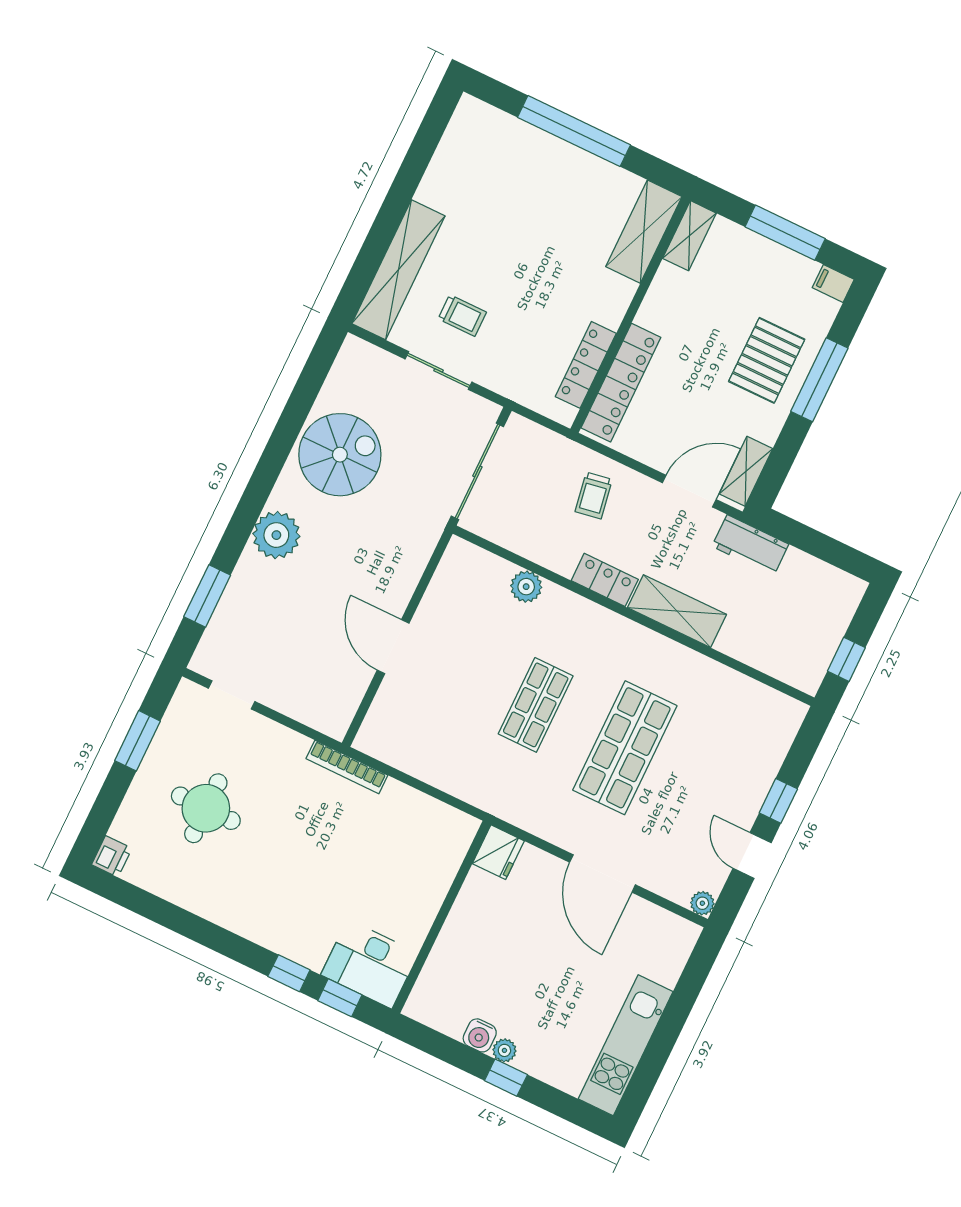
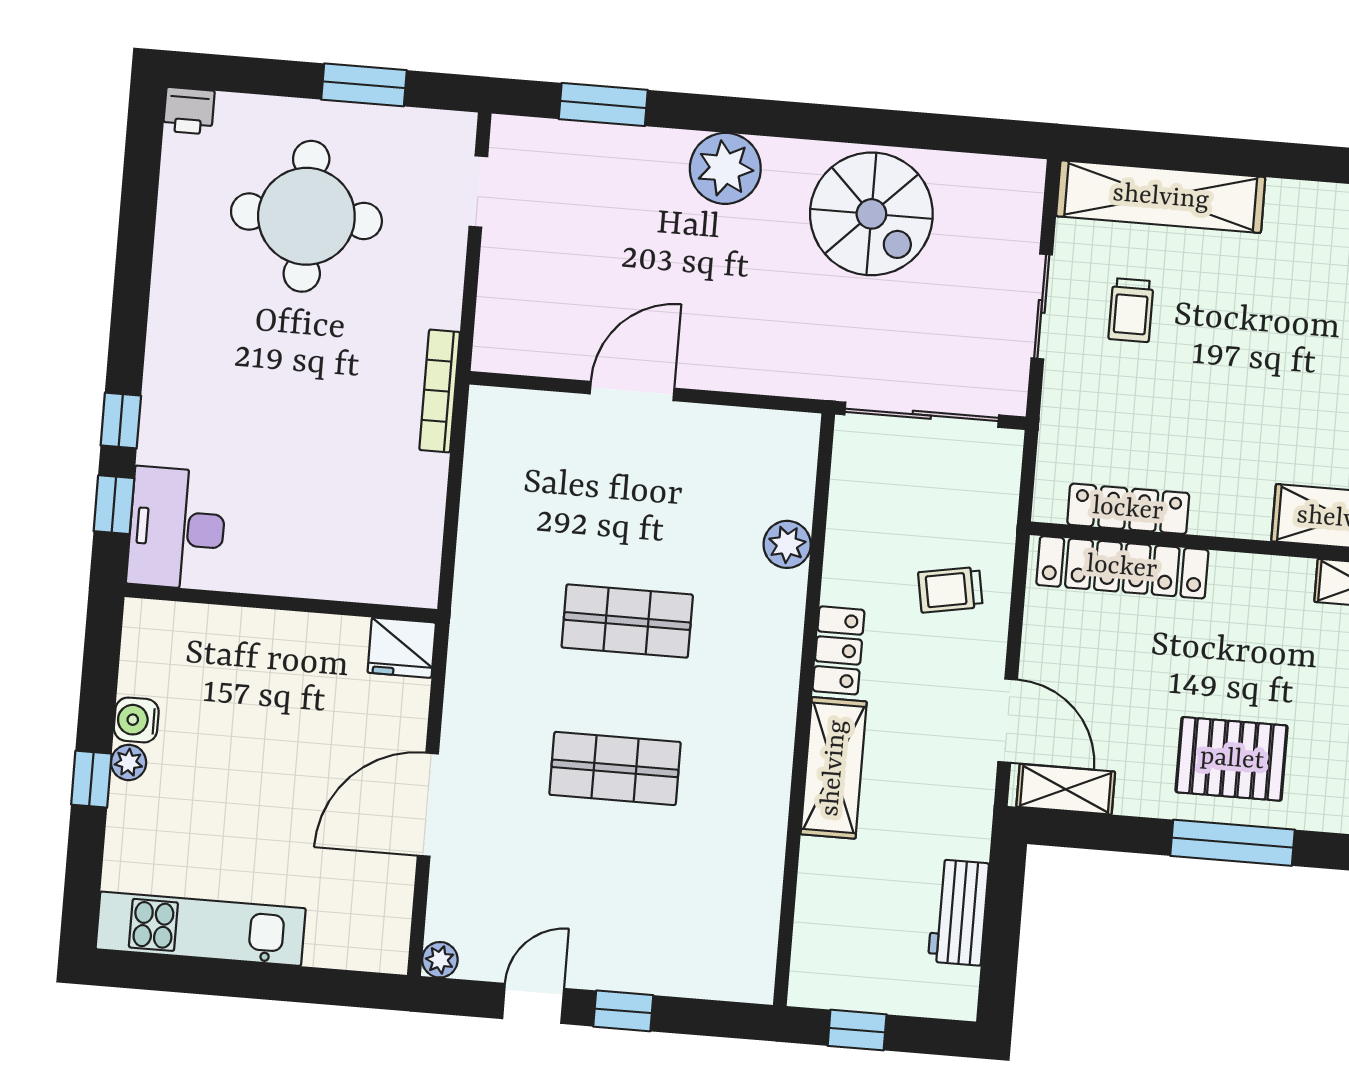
workbench: (750, 545) -> (958, 912), moved
shop shelf: (625, 748) -> (615, 768), width x0.70, depth x0.74
round table: (206, 808) -> (306, 216), width x1.36, depth x1.36

